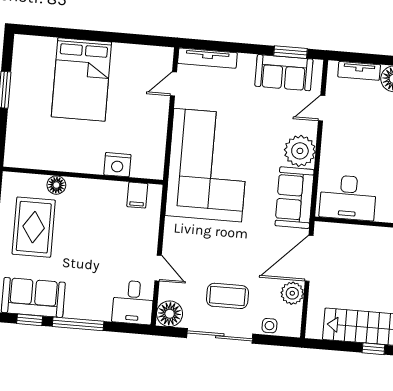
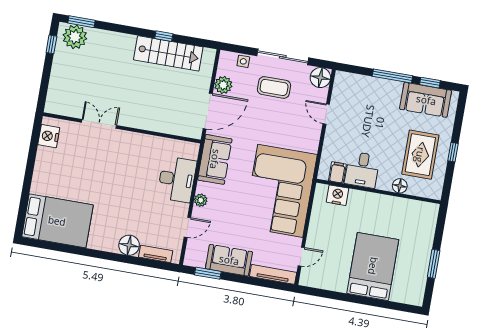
sofa: (284, 73) -> (229, 260), moved
plant: (300, 151) -> (201, 200), width x0.53, depth x0.53
nightstand: (117, 165) -> (338, 195), moved
desk: (348, 198) -> (177, 179), moved, turned 90
desk: (133, 302) -> (362, 170), moved, turned 180

